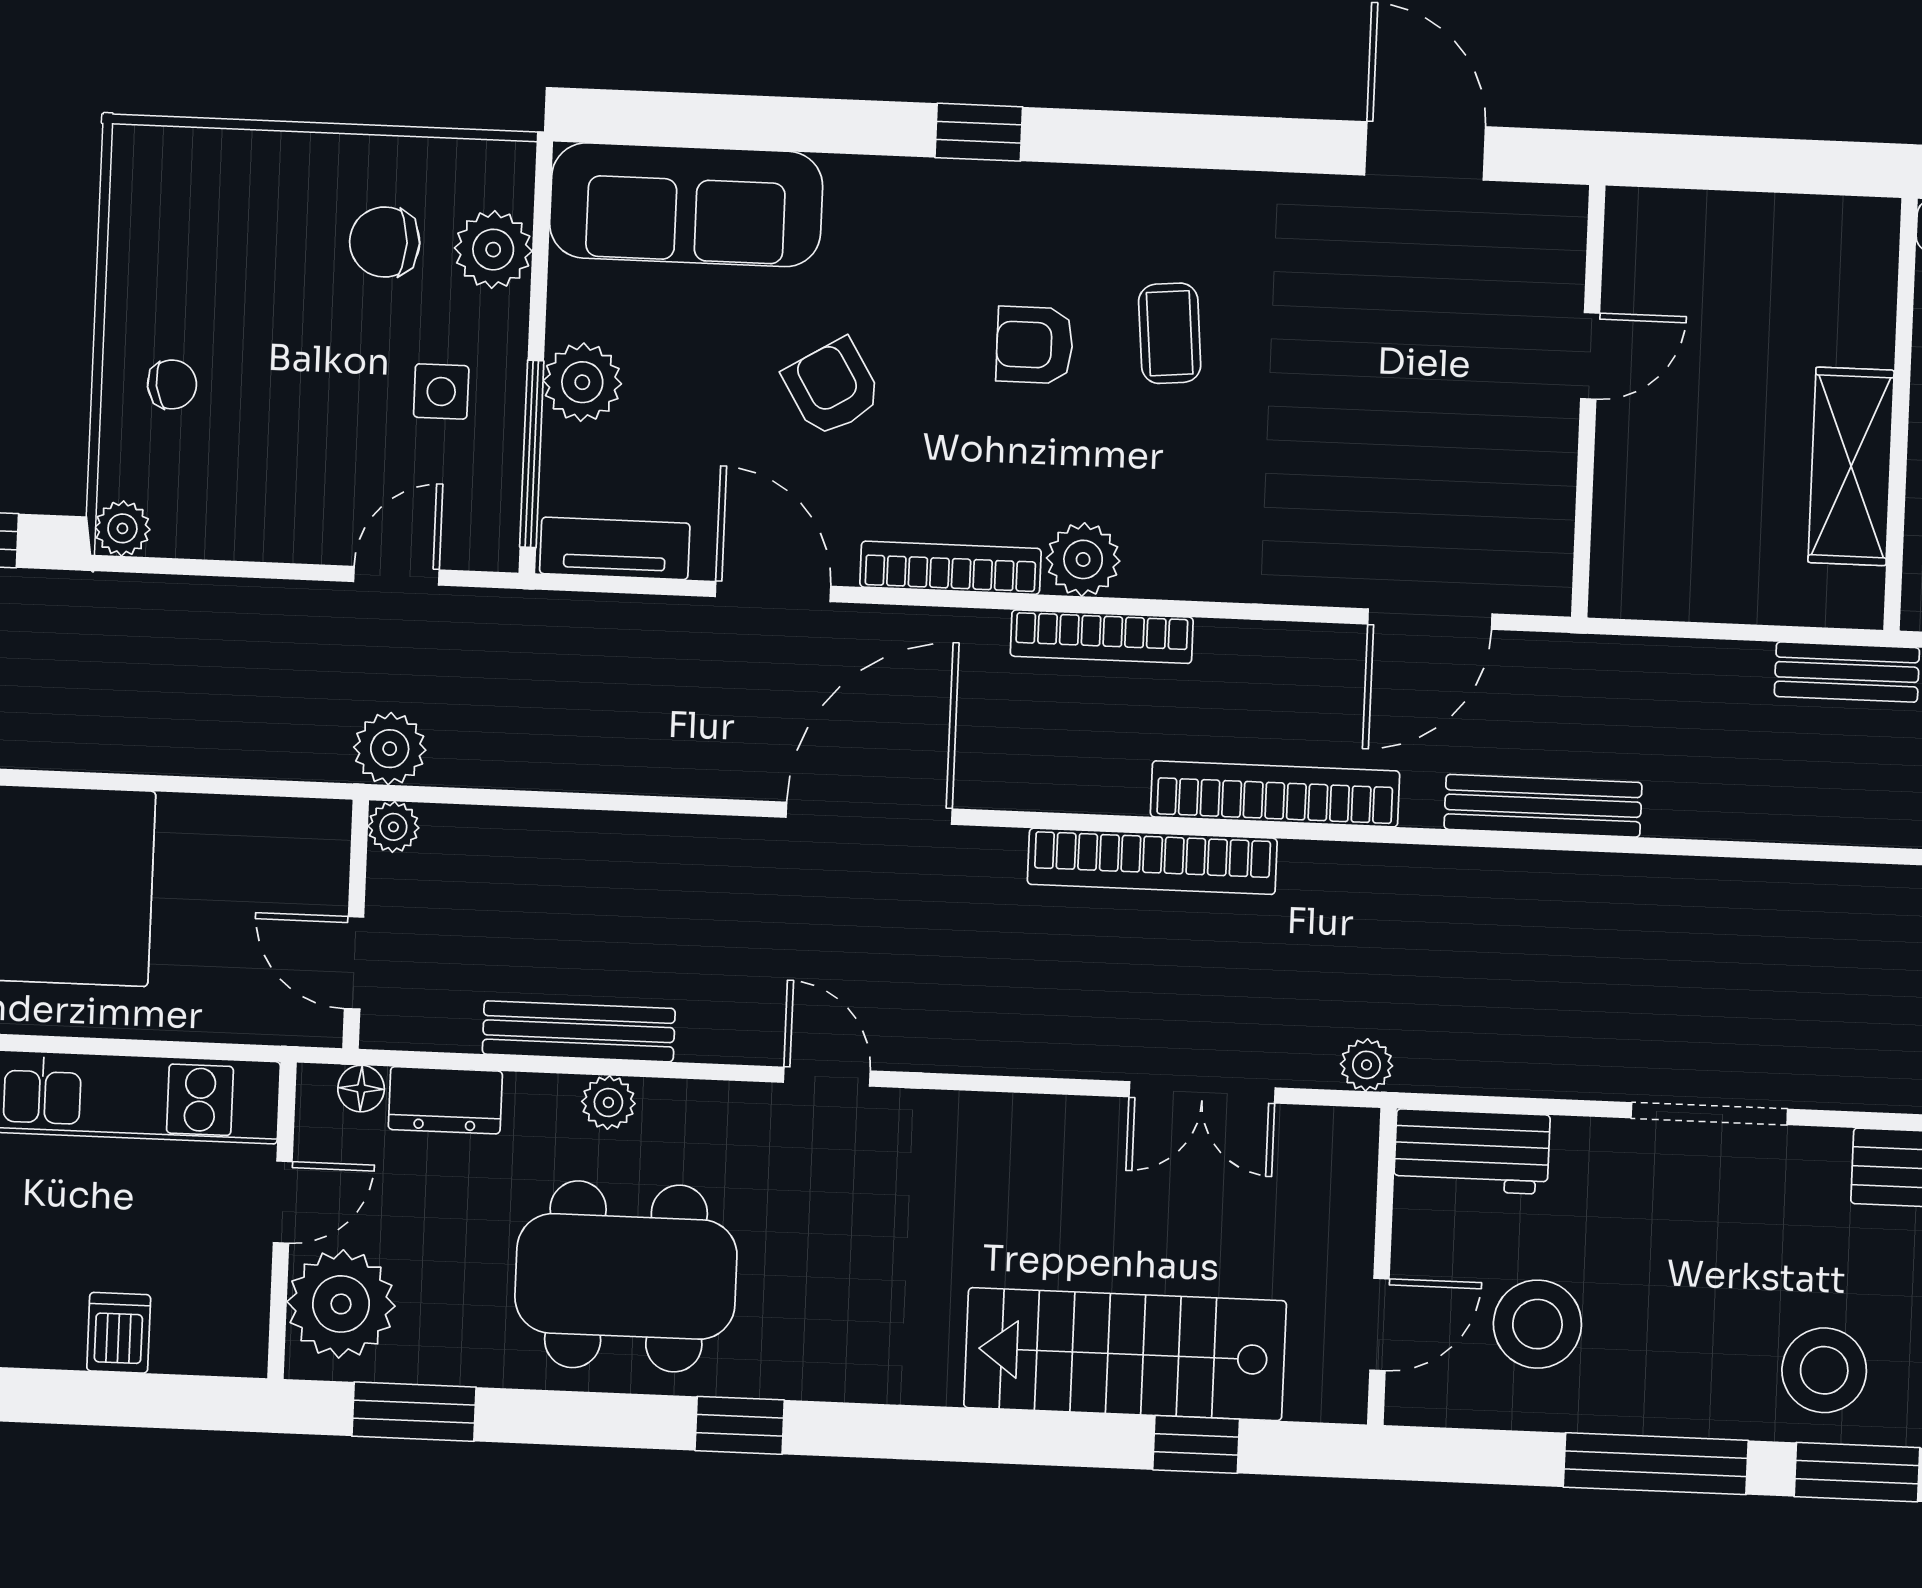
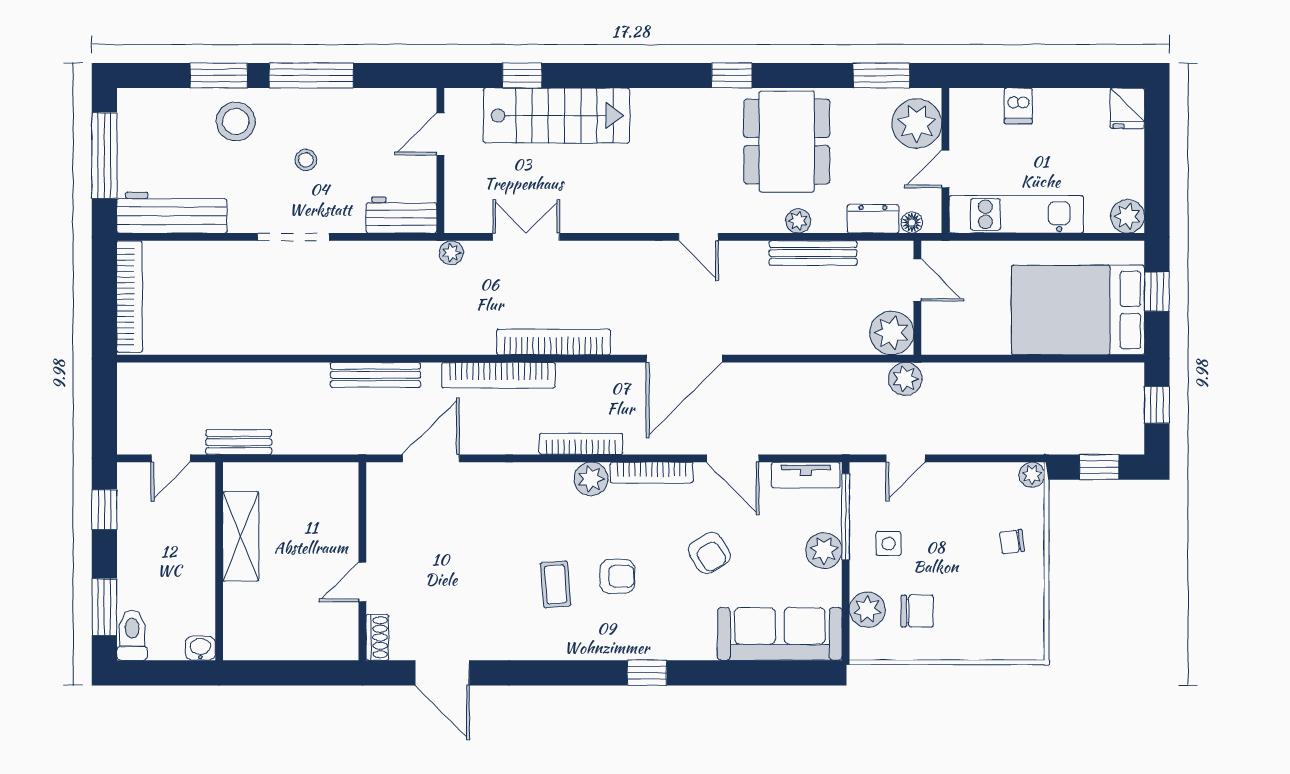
shoe rack: (1563, 234) -> (377, 637), added
plant: (393, 827) -> (892, 333), width x1.88, depth x1.88
dining table: (626, 1276) -> (787, 142), turned 90
stool: (1537, 1324) -> (306, 160), moved, width x0.53, depth x0.53

